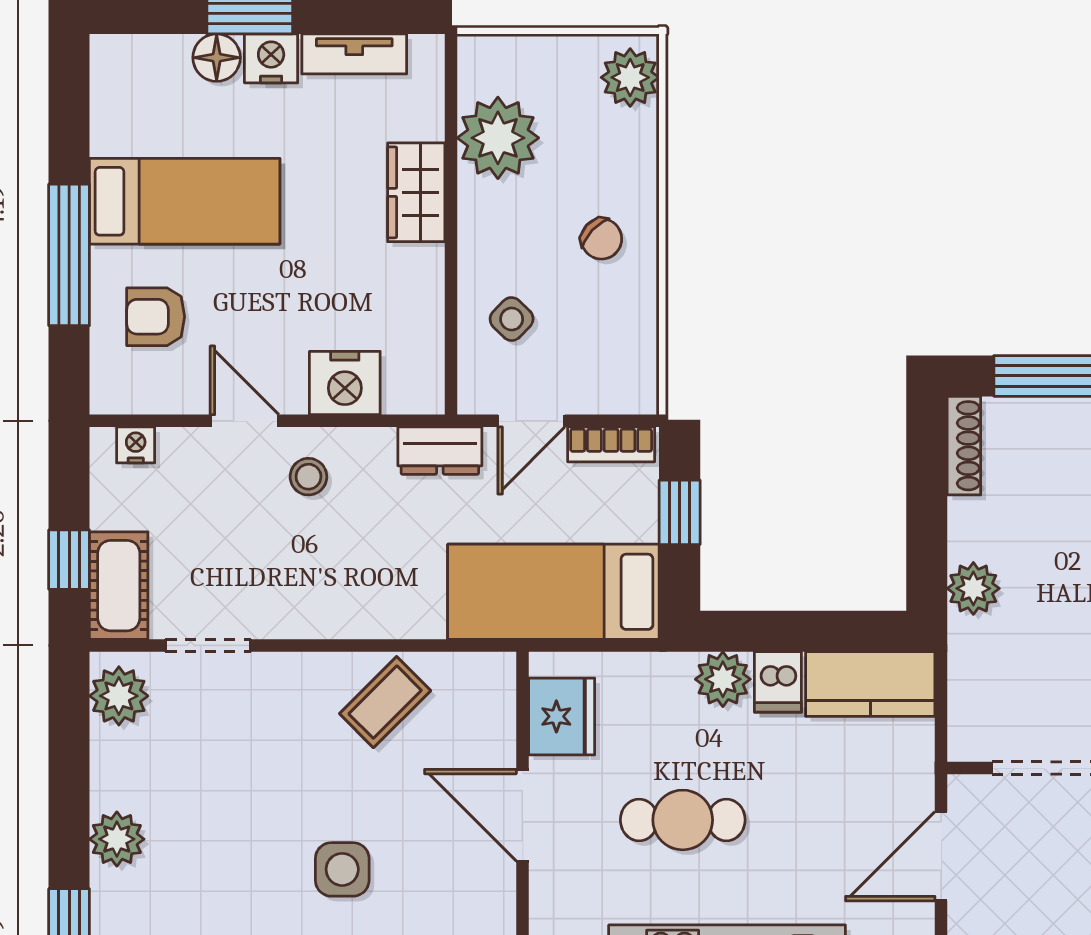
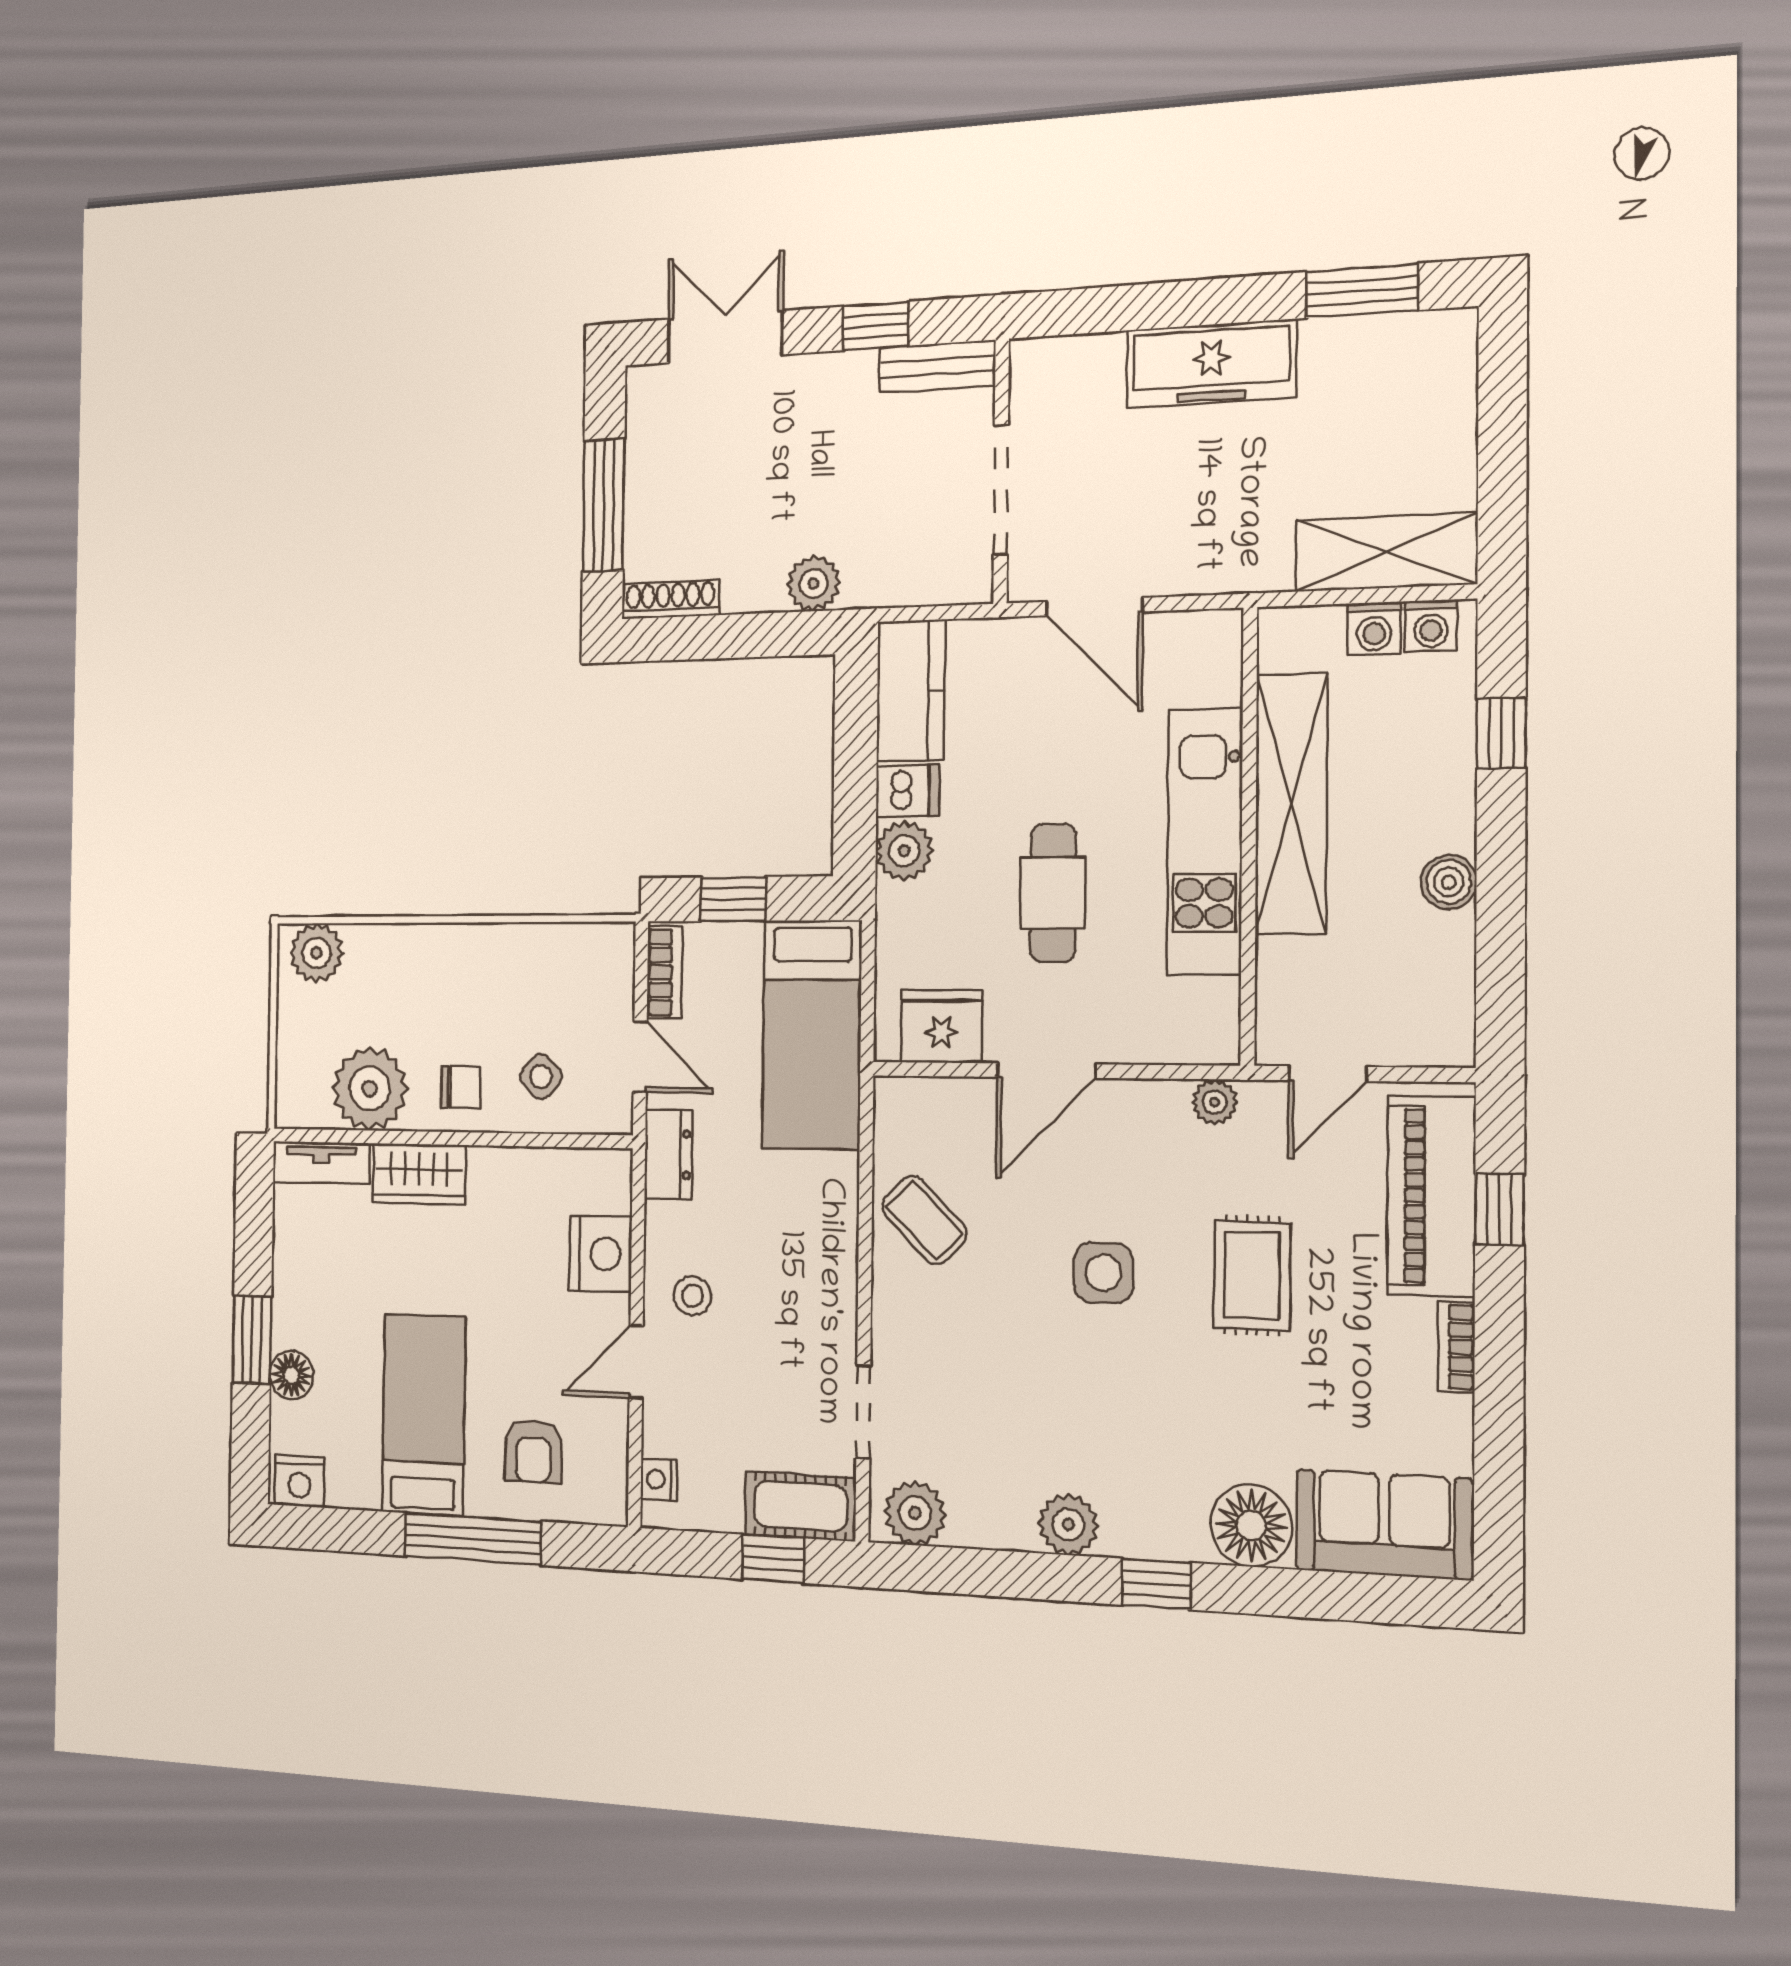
tv unit: (354, 54) -> (321, 1163), moved, turned 90
nightstand: (271, 58) -> (299, 1481), moved, turned -90
chair: (601, 239) -> (461, 1087), moved, turned 47

